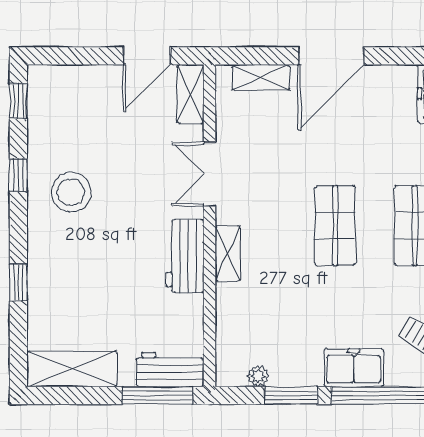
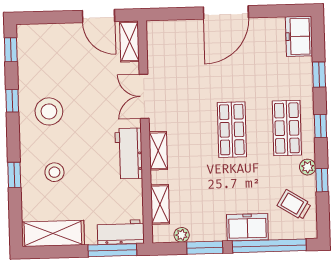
door: (147, 56) -> (99, 16), hinge flipped
shelving: (261, 77) -> (160, 204), moved, turned 90
stool: (77, 280) -> (54, 172), added

